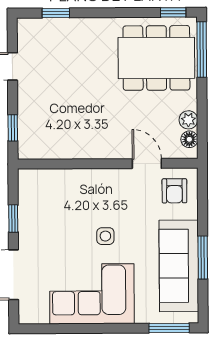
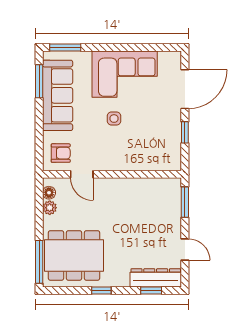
window: (173, 12) -> (101, 291), moved
dresser: (50, 29) -> (156, 278), added
window: (13, 128) -> (185, 202), width x1.50
armchair: (174, 191) -> (61, 153), turned 90
window: (203, 258) -> (39, 81), moved

